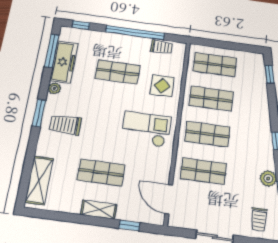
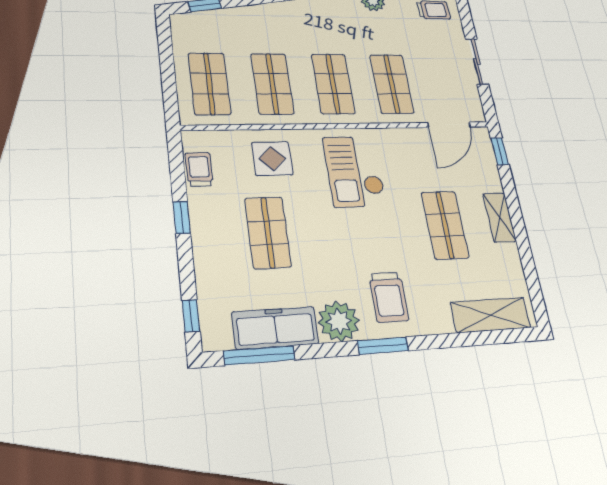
window: (135, 33) -> (182, 217), width x0.32
plant: (54, 88) -> (339, 321), width x1.88, depth x1.88
window: (129, 226) -> (500, 151), moved

